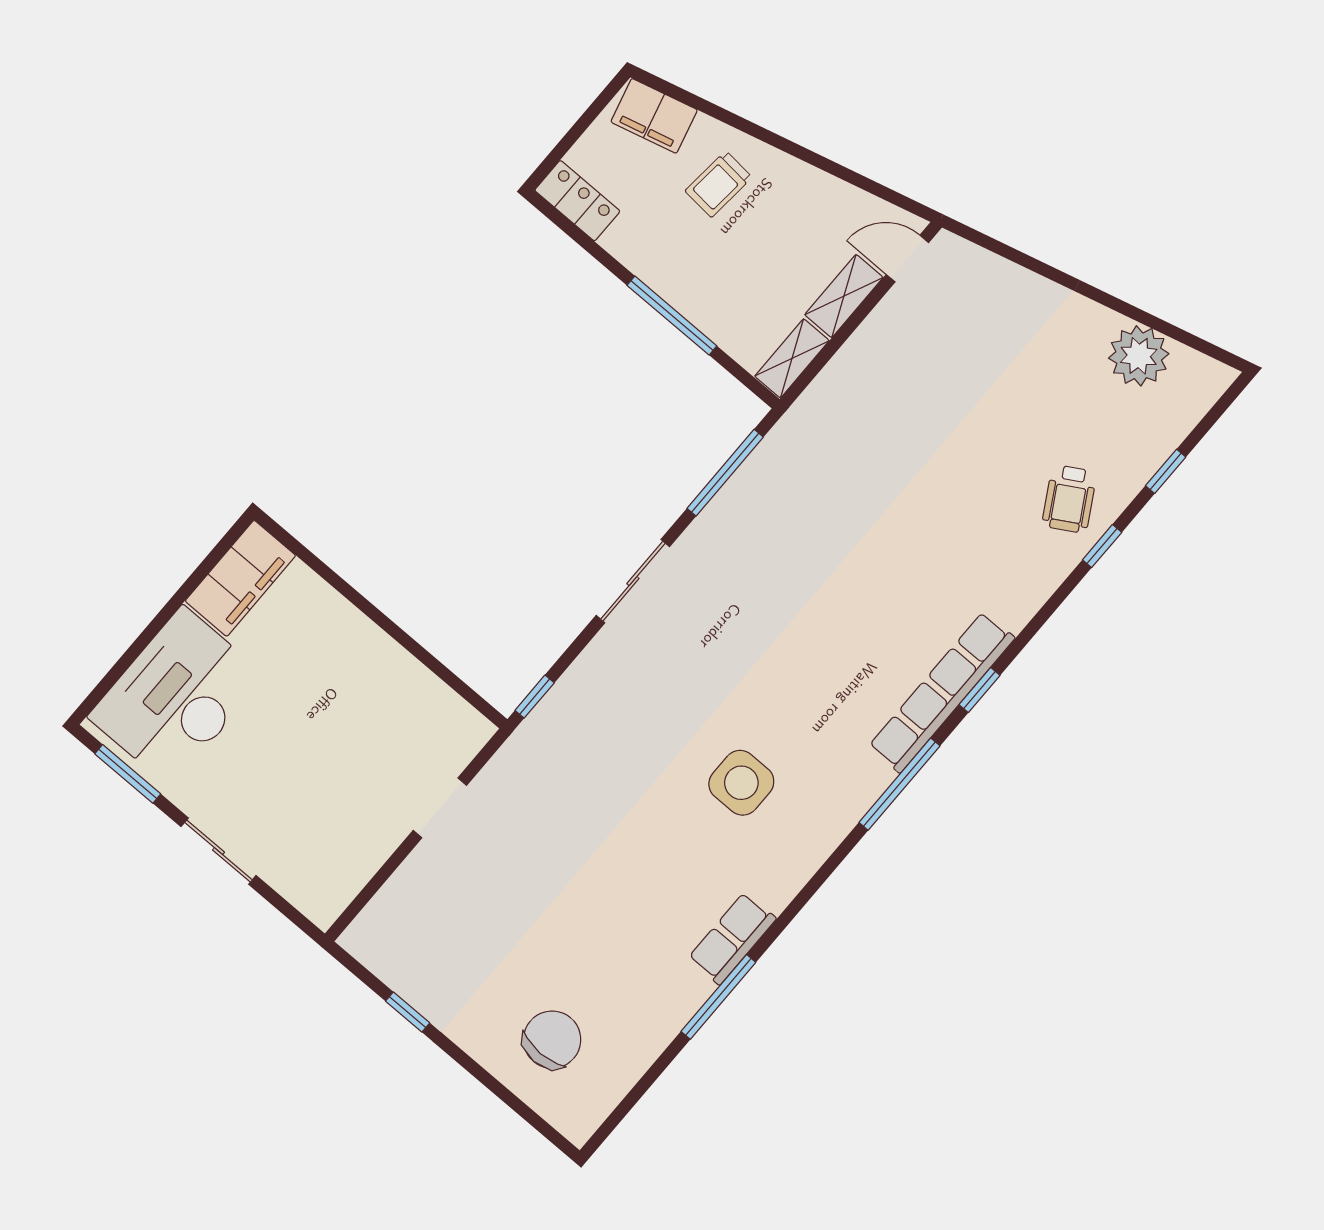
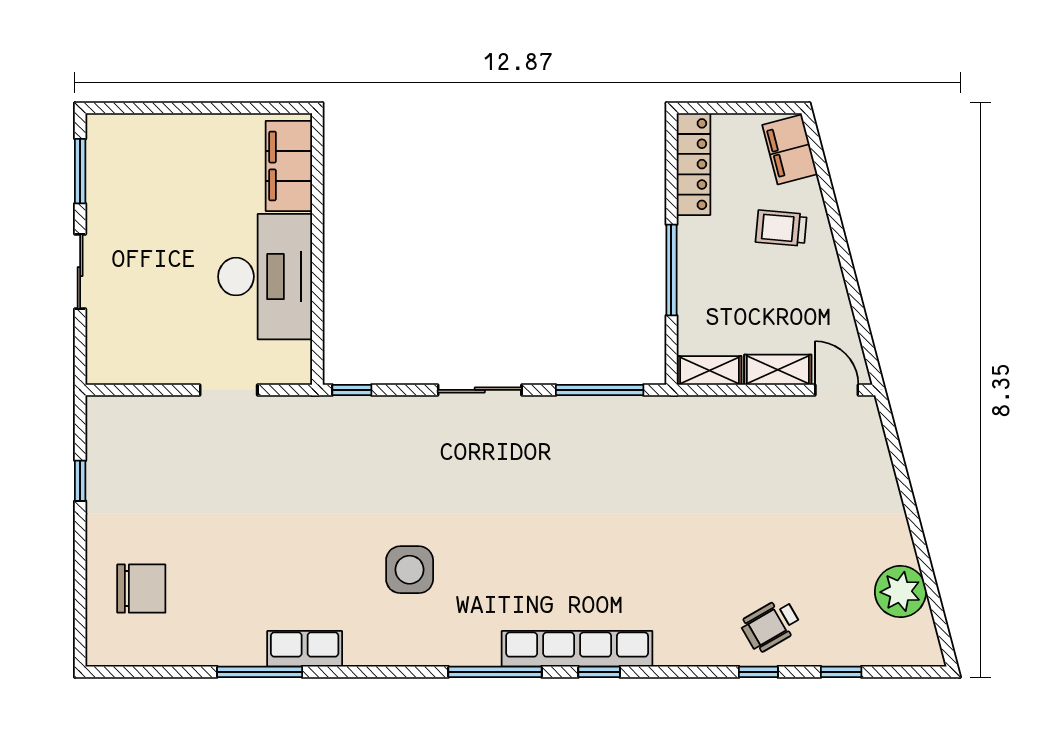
locker: (577, 201) -> (693, 164), width x1.53
filing cabinet: (240, 578) -> (289, 166), moved, turned 90
desk: (177, 696) -> (265, 277), moved, turned 90

